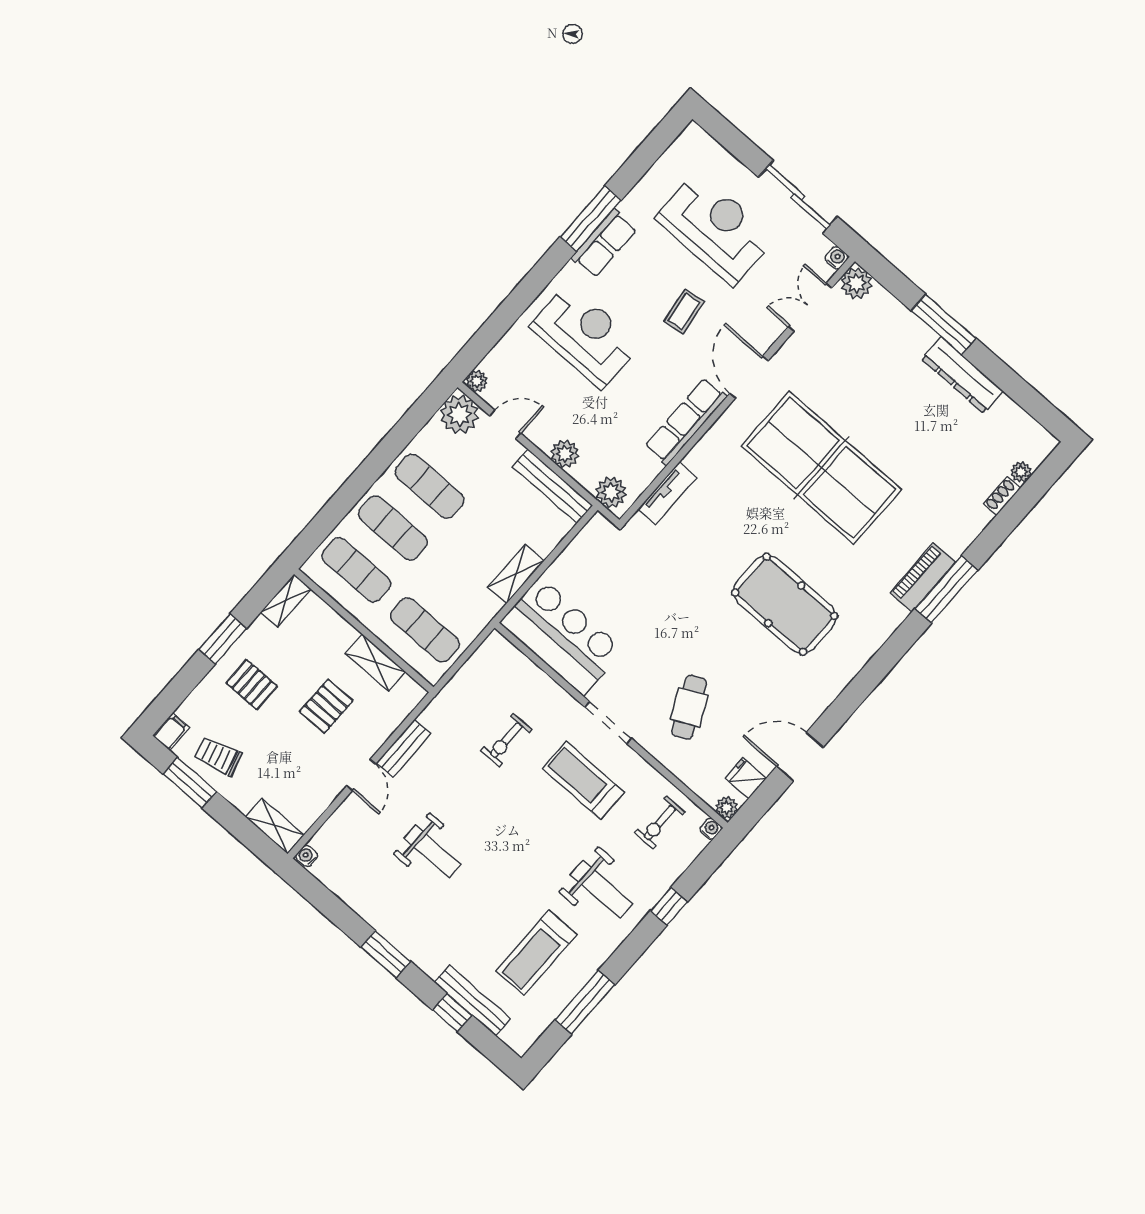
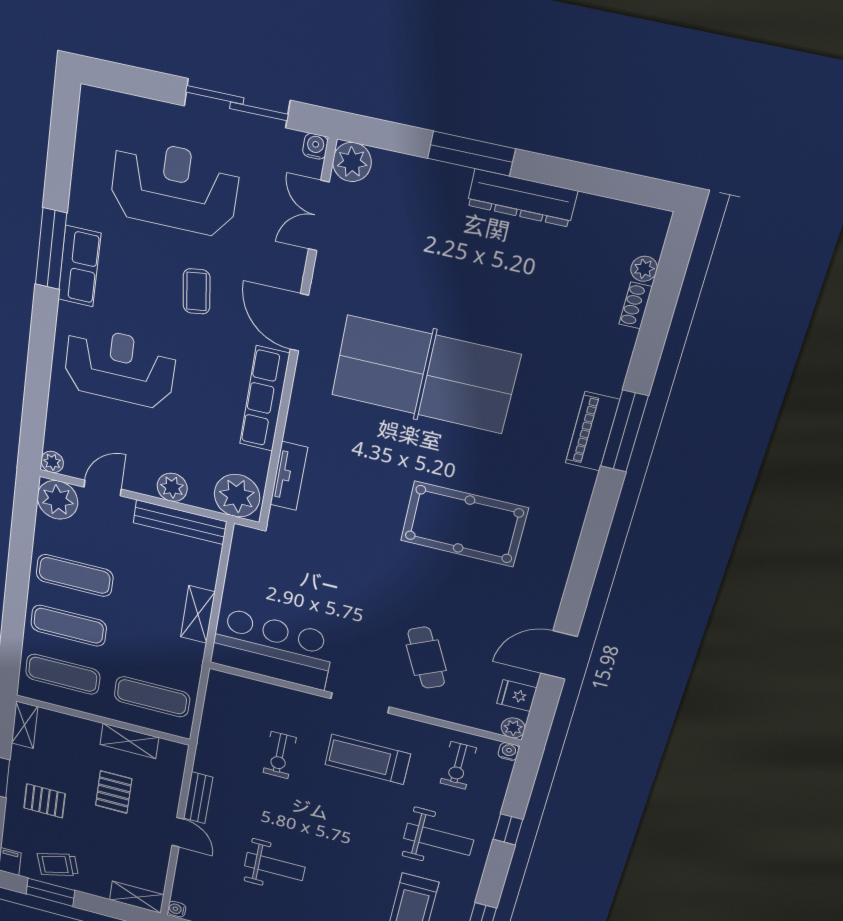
plant: (611, 492) -> (237, 496), width x1.36, depth x1.36

